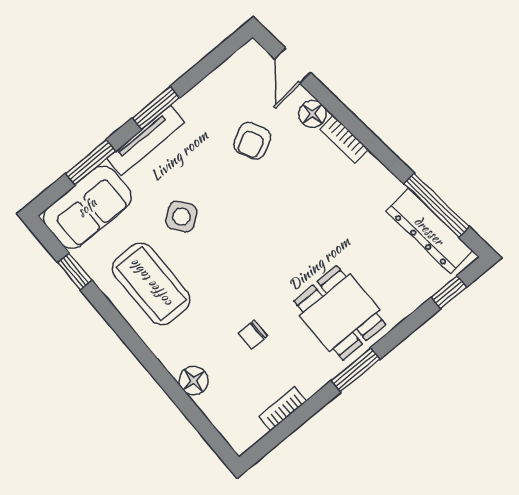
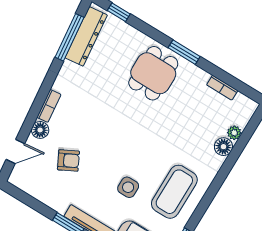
side table: (181, 217) -> (128, 187), turned 37
chair: (253, 335) -> (184, 121), removed
plant: (209, 404) -> (234, 133), added

